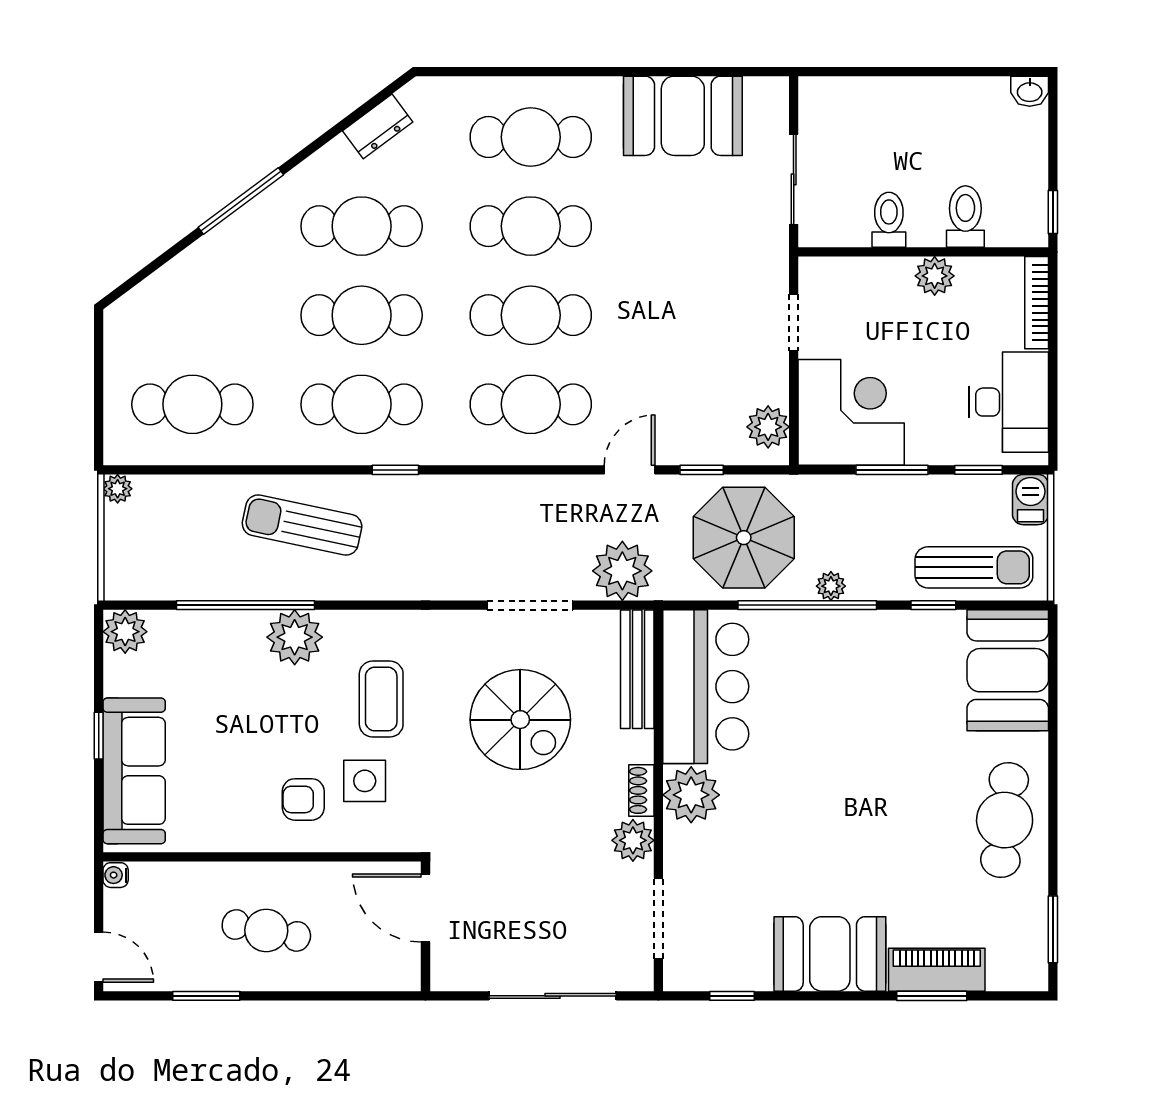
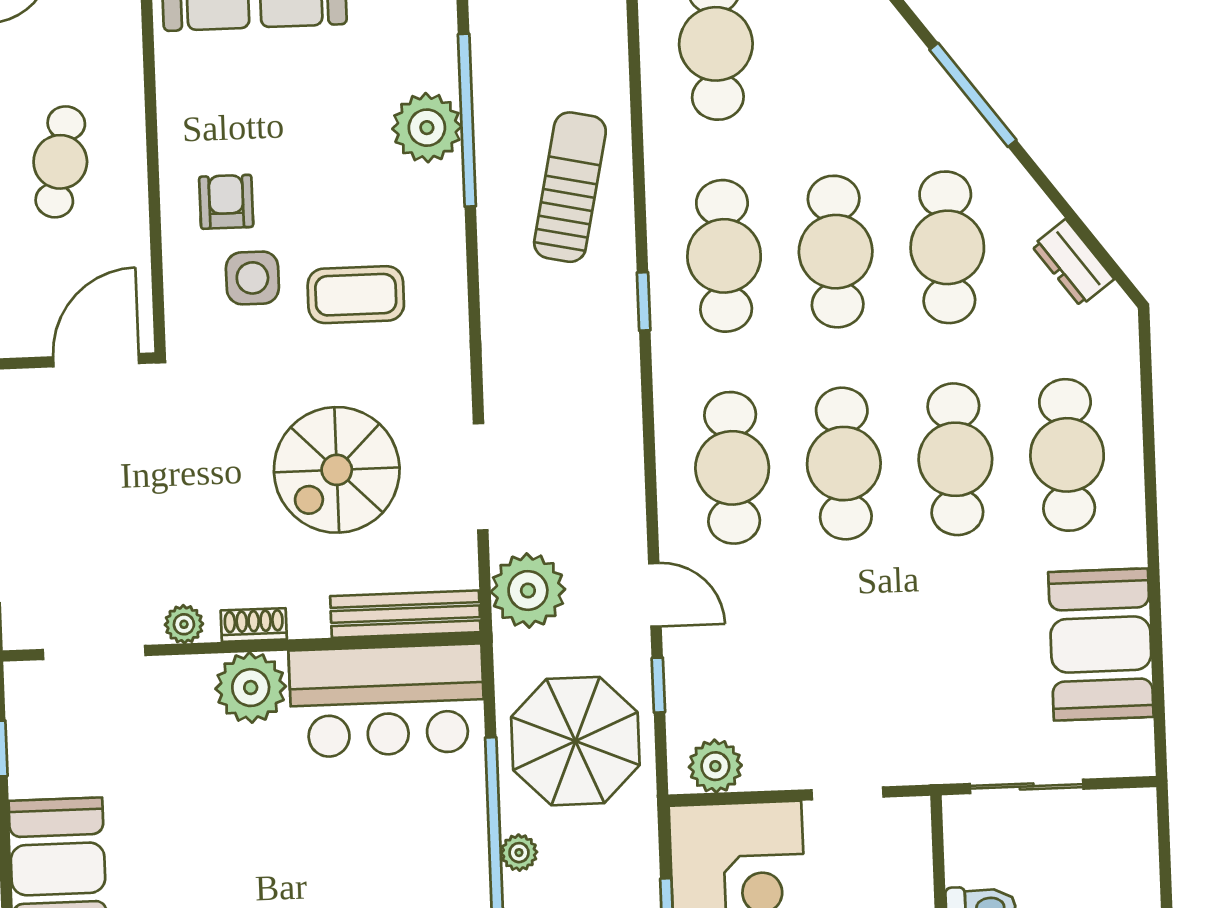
plant: (295, 637) -> (427, 128), moved
plant: (633, 840) -> (184, 624), width x0.73, depth x0.73

